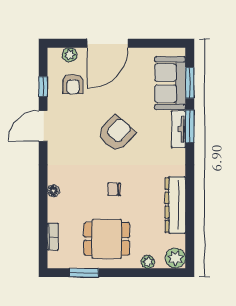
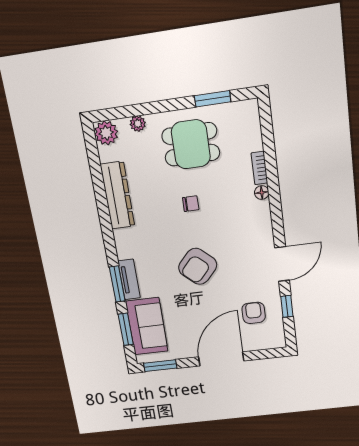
window: (164, 43) -> (160, 366), added
plant: (70, 55) -> (261, 343), removed
bookcase: (53, 237) -> (259, 168), moved

